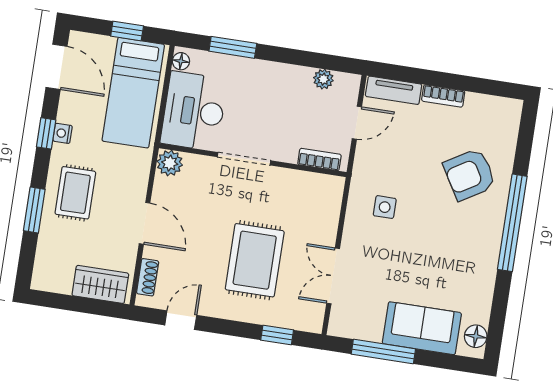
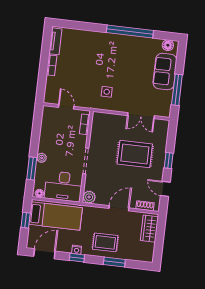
plant: (323, 79) -> (42, 158), moved
tv unit: (394, 90) -> (55, 41), moved
armchair: (470, 174) -> (89, 51), removed
window: (512, 223) -> (130, 32), moved
window: (277, 335) -> (169, 161), moved

